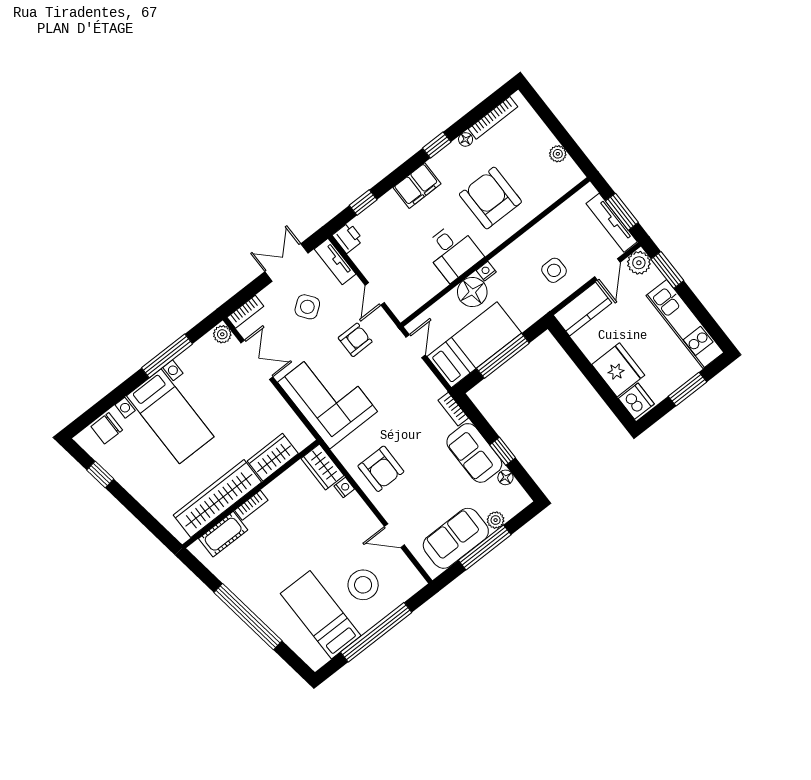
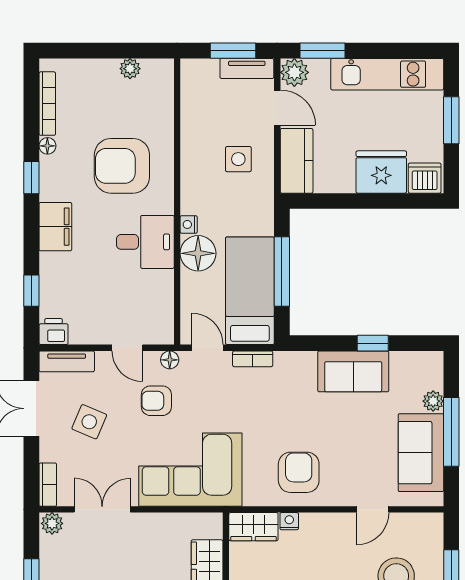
tv unit: (612, 223) -> (247, 68), width x0.71
side table: (307, 307) -> (89, 422), turned -30
armchair: (355, 340) -> (156, 401), turned -90
bookcase: (453, 409) -> (253, 359), moved
armchair: (381, 469) -> (299, 472), turned -90
floor lamp: (505, 477) -> (170, 360), moved

